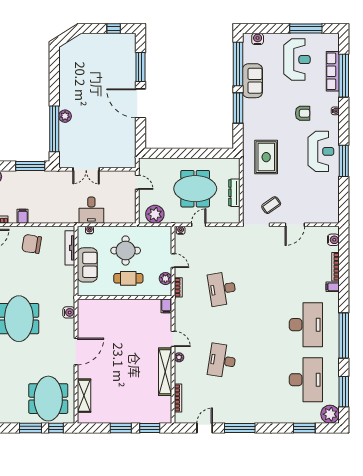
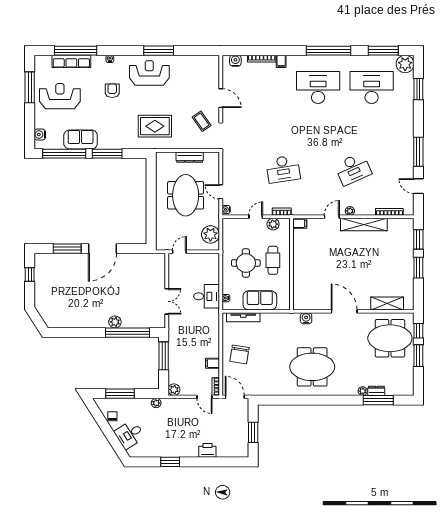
desk: (222, 361) -> (353, 169), turned -33

